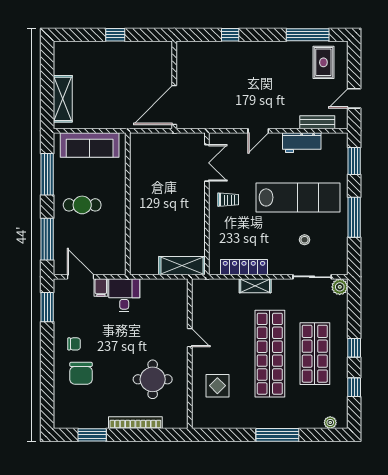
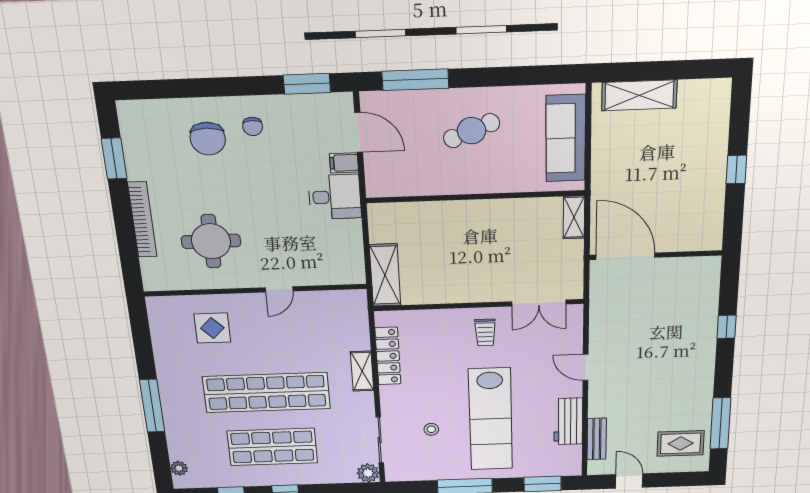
shelving: (145, 139) -> (574, 217), added
window: (47, 174) -> (519, 76), removed
cafe table: (82, 205) -> (472, 131), turned 68
door: (81, 277) -> (359, 132), hinge flipped
chair: (81, 373) -> (208, 139), turned -90

